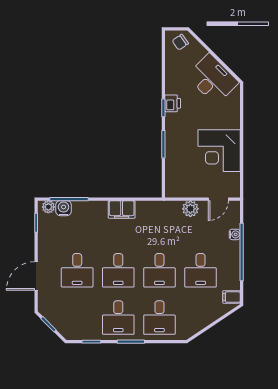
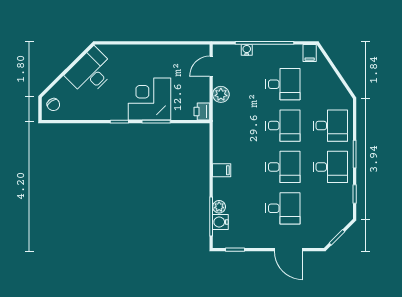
printer: (173, 103) -> (202, 112), moved, turned -90
corner desk: (219, 151) -> (150, 99), moved, turned 180
door: (218, 199) -> (211, 66), swing flipped
plant: (48, 207) -> (219, 207), moved
filing cabinet: (122, 209) -> (222, 170), width x0.50

